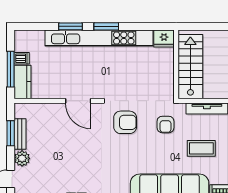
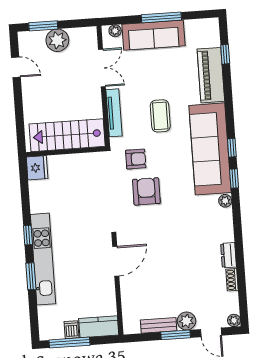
window: (106, 26) -> (28, 235), width x0.67
kitchen unit: (99, 38) -> (43, 259), width x0.73
window: (11, 69) -> (69, 343), moved
armchair: (125, 122) -> (146, 191), moved
window: (11, 133) -> (176, 335), moved

